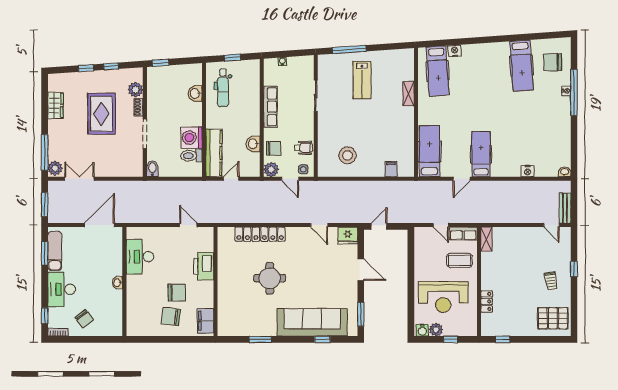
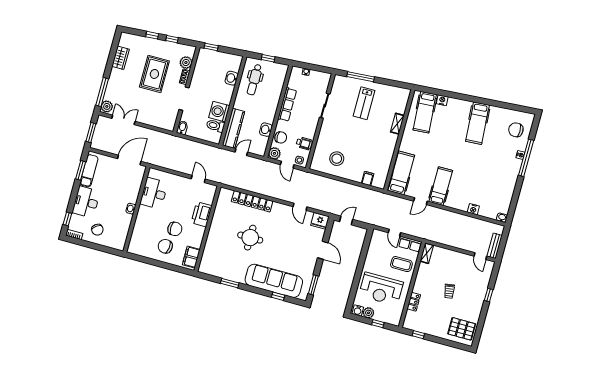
hospital bed: (522, 66) -> (478, 123), moved
trolley: (551, 281) -> (449, 291), moved

